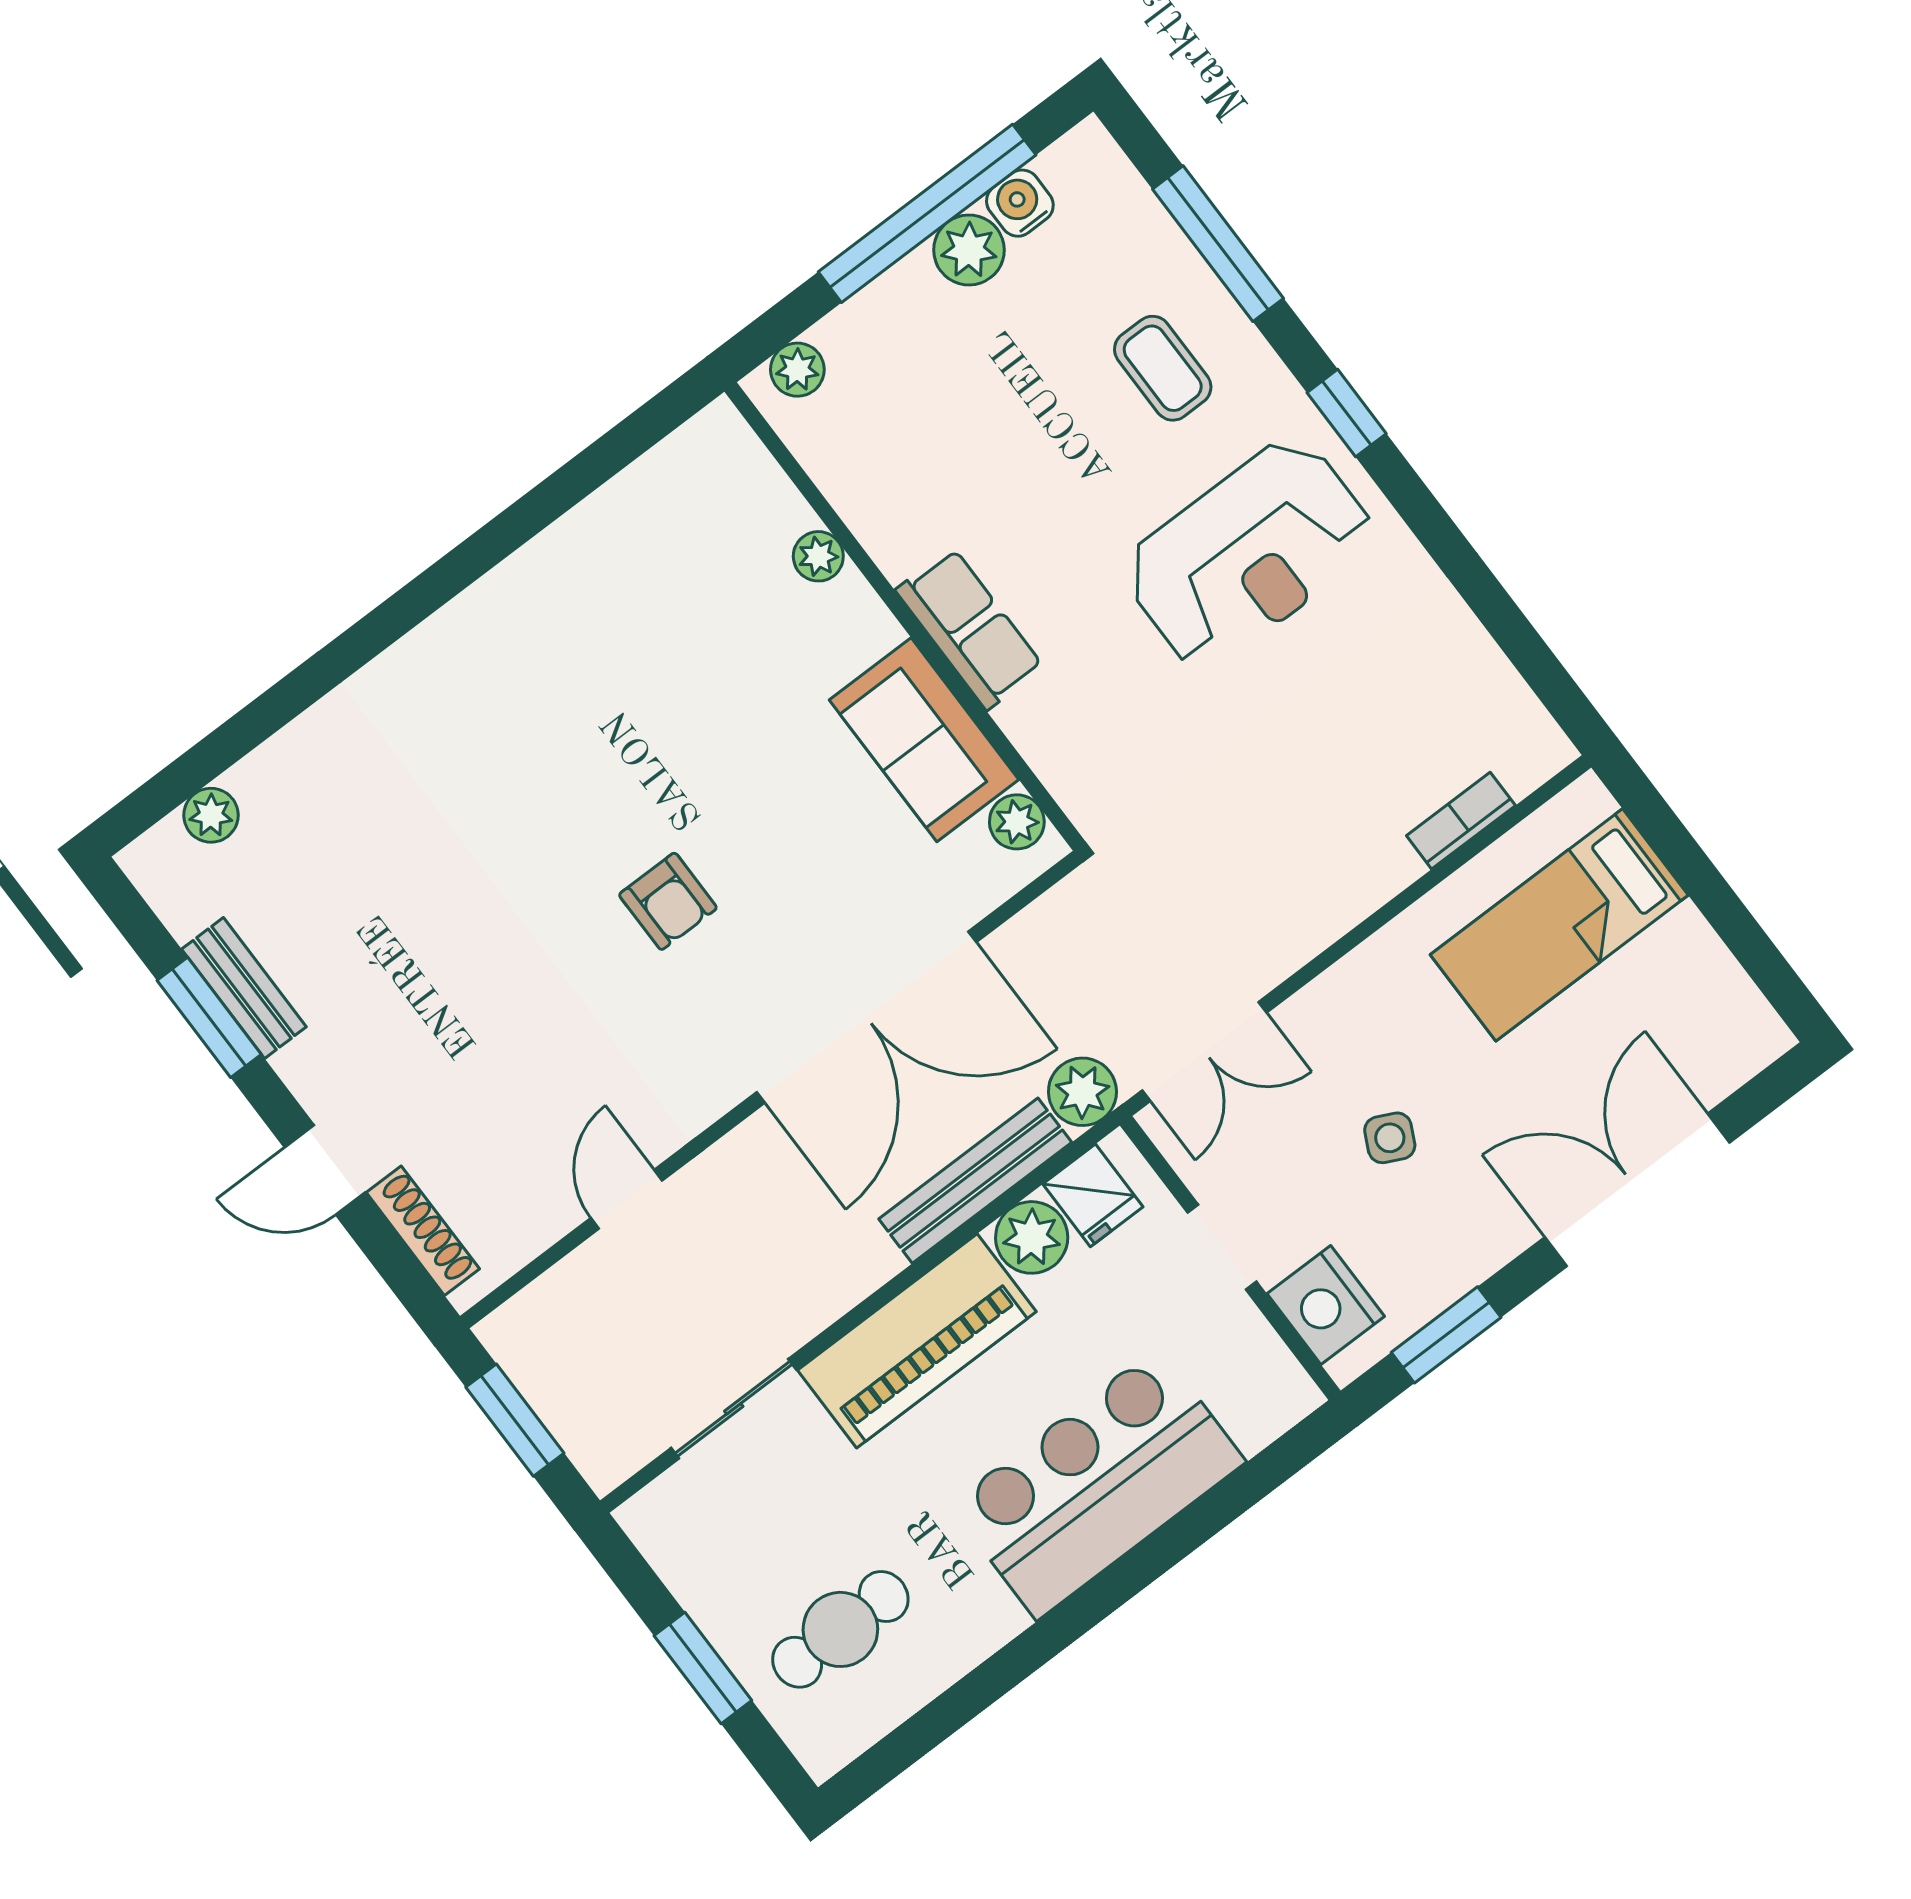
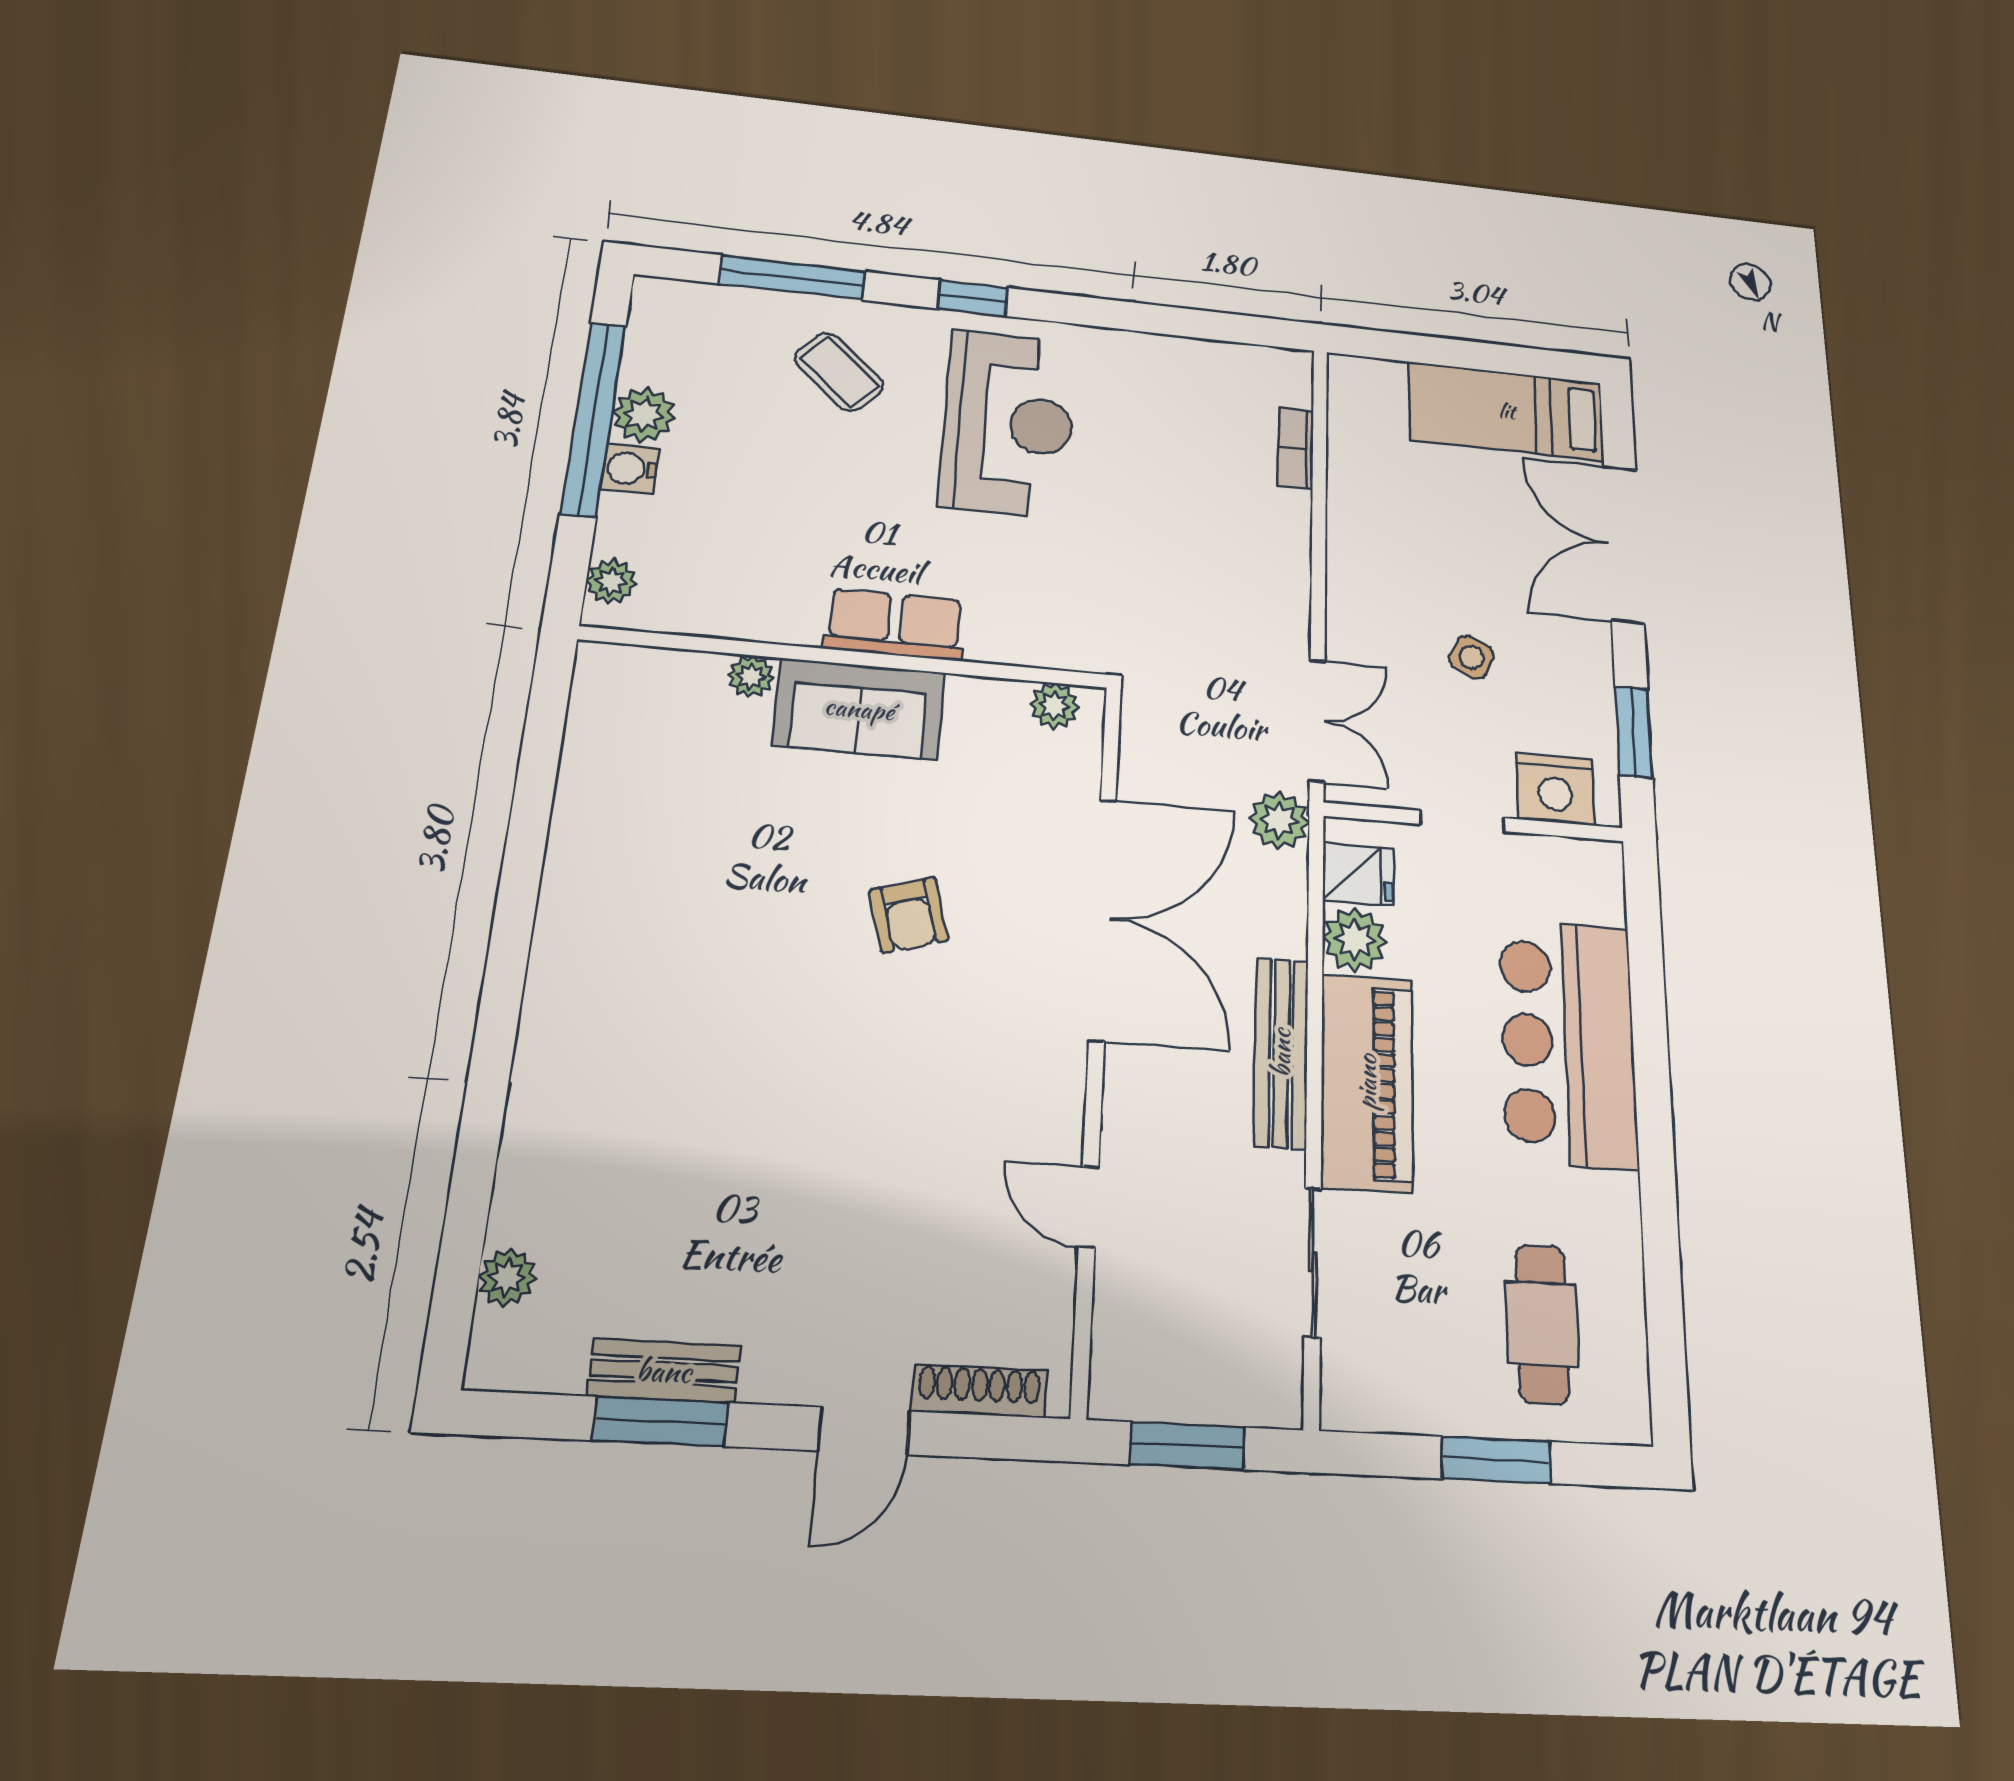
water cooler: (1020, 203) -> (630, 468), moved
coffee table: (1163, 368) -> (839, 372), turned 42
sofa: (924, 740) -> (859, 709), moved
armchair: (668, 901) -> (909, 915), moved, turned 74
bed: (1559, 925) -> (1507, 411), moved, turned 90
bench: (975, 1181) -> (1281, 1053), moved

